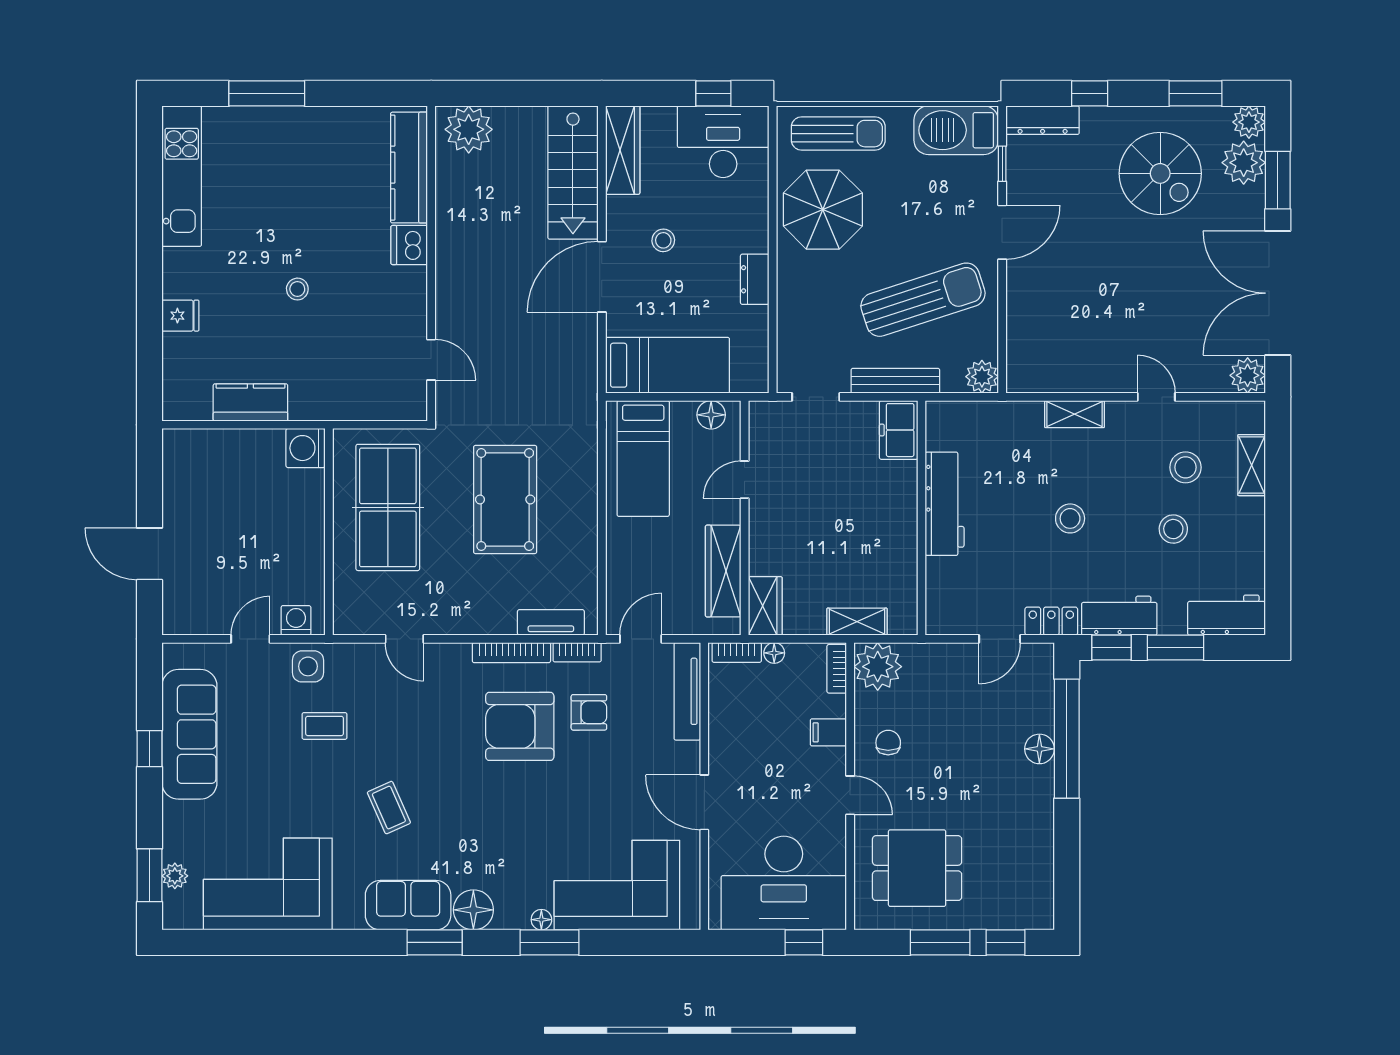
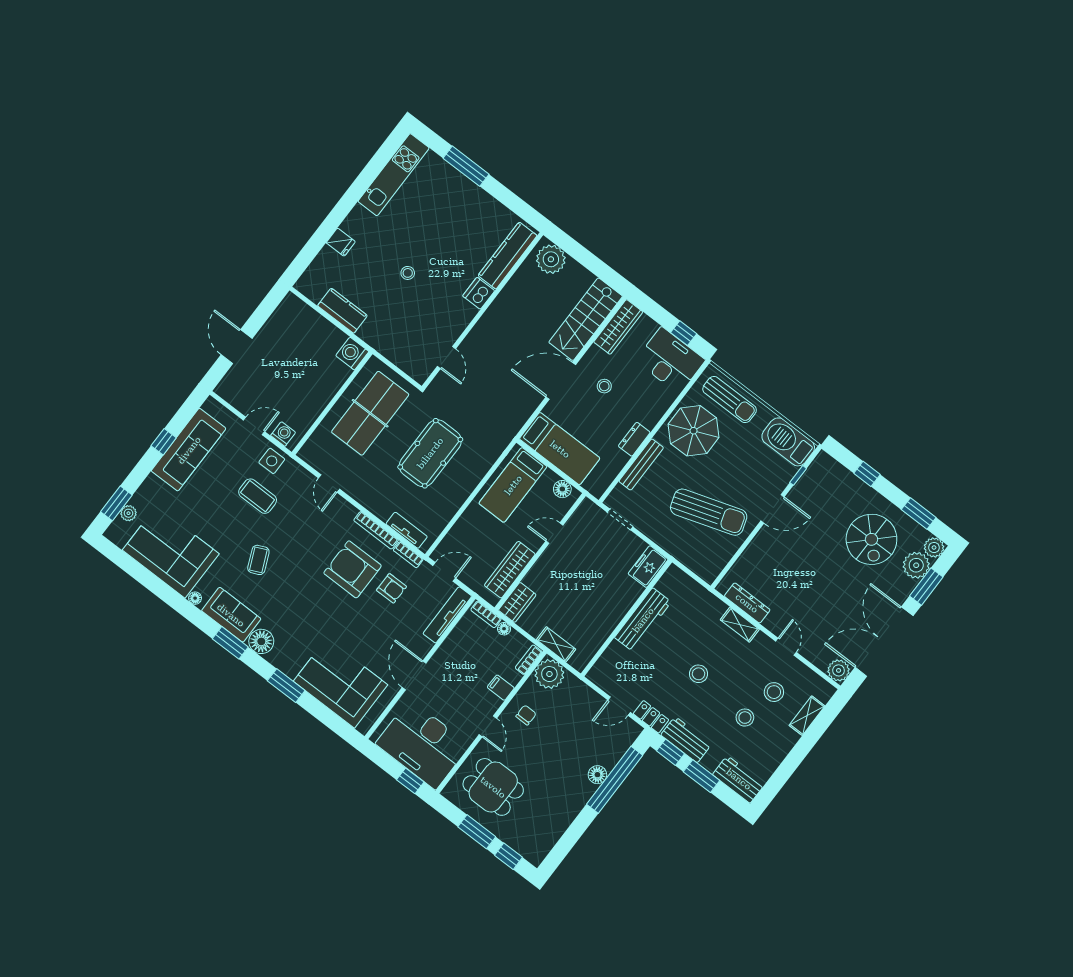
dresser: (1043, 120) -> (747, 603), moved, turned 180
plant: (982, 377) -> (709, 572), removed
bench: (895, 381) -> (641, 464), moved, turned 90
coffee table: (325, 726) -> (258, 496), width x1.36, depth x1.30
floor lamp: (541, 920) -> (195, 598), moved

